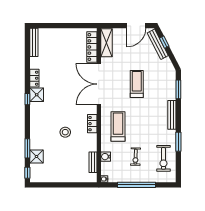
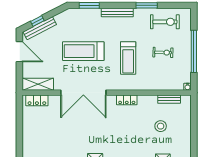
locker: (92, 47) -> (37, 100), width x0.66
treadmill: (137, 84) -> (83, 51), width x1.37, depth x1.38
treadmill: (118, 127) -> (128, 58), moved, turned -90
stool: (65, 132) -> (161, 126), moved
water cooler: (106, 157) -> (163, 85), removed

